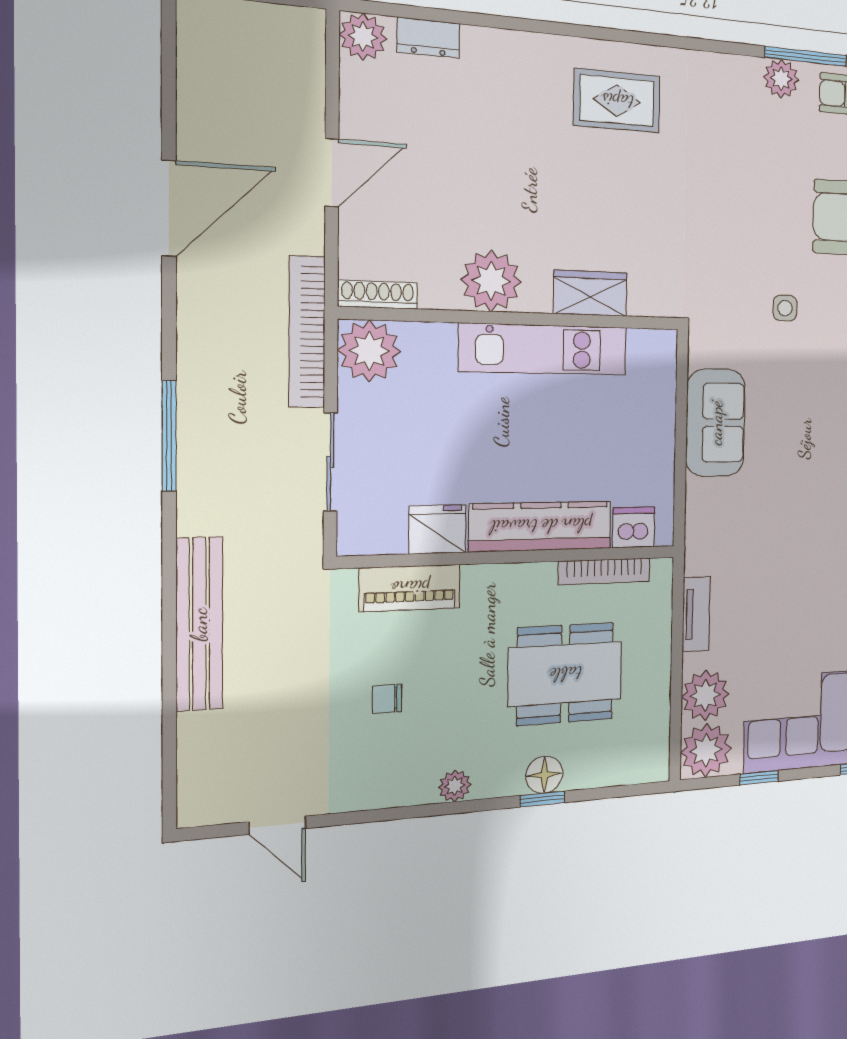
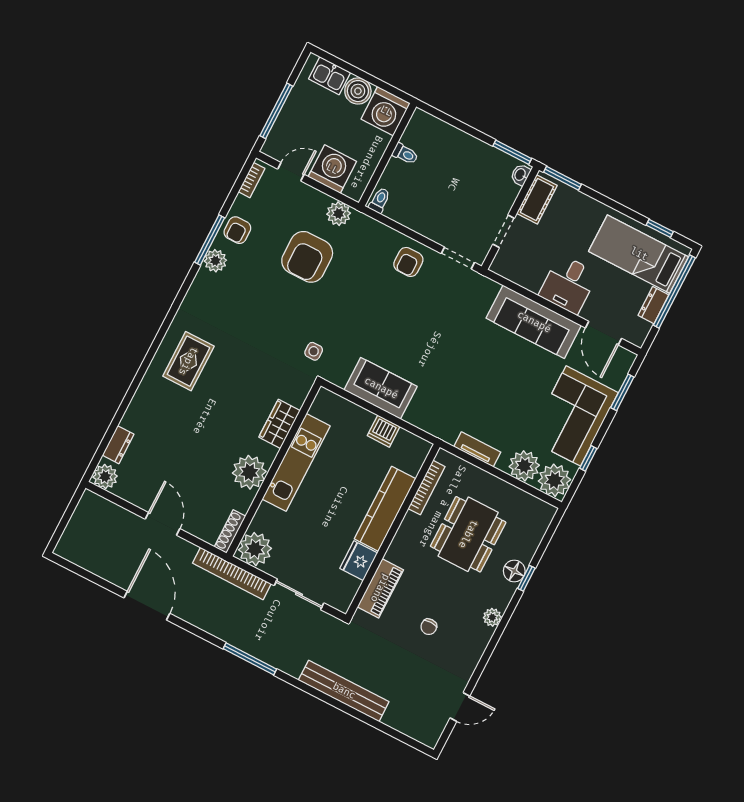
side table: (785, 308) -> (314, 351), moved
dishwasher: (634, 527) -> (384, 431), moved, turned -90

